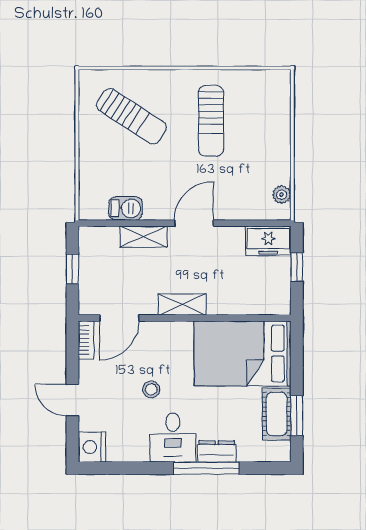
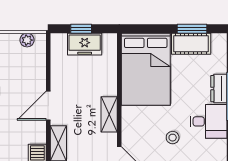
door: (194, 223) -> (48, 106), hinge flipped
freezer: (268, 241) -> (85, 44), moved, turned 90

